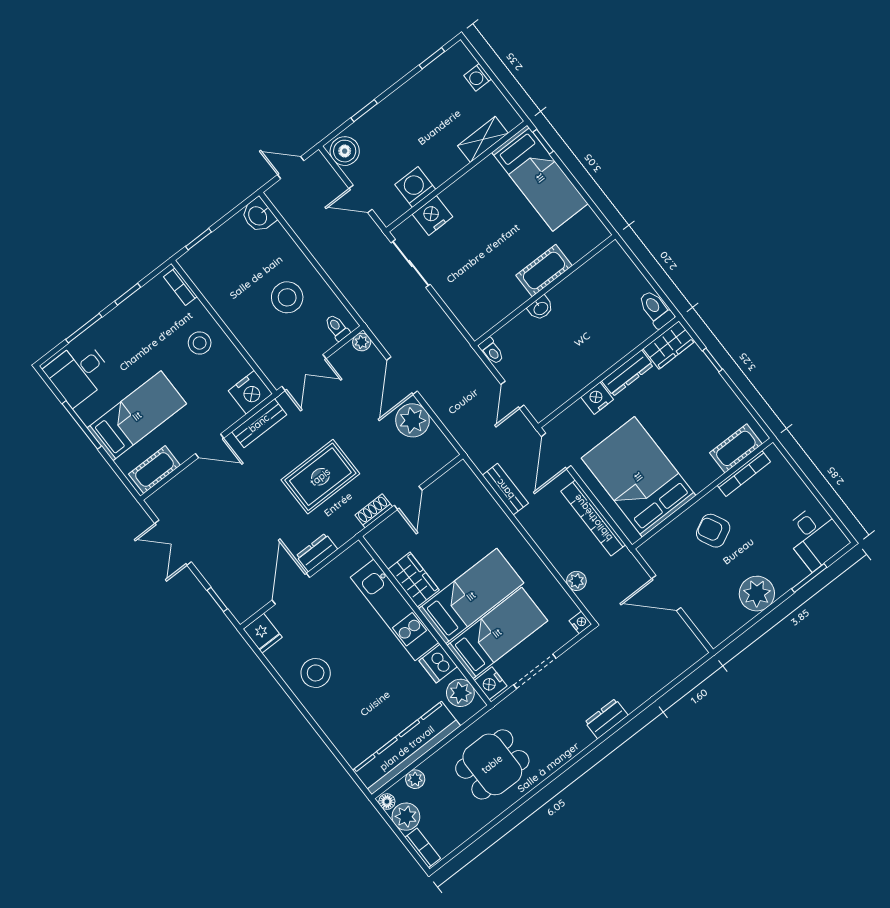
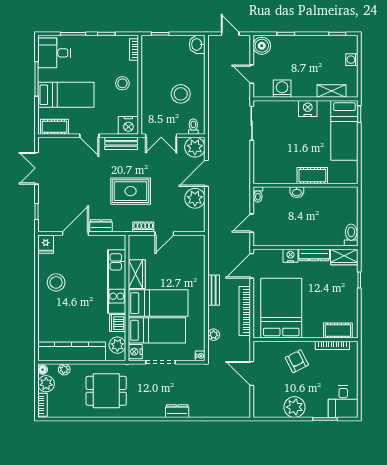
nightstand: (432, 215) -> (308, 109), moved
plant: (362, 342) -> (195, 147), width x1.87, depth x1.87
bench: (505, 489) -> (214, 290), moved

